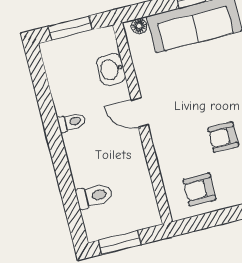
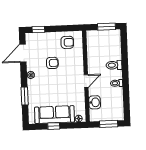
door: (140, 113) -> (86, 81), hinge flipped
toilet: (94, 196) -> (114, 65), moved

